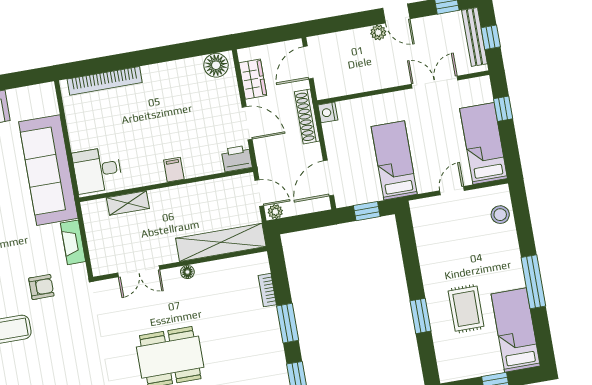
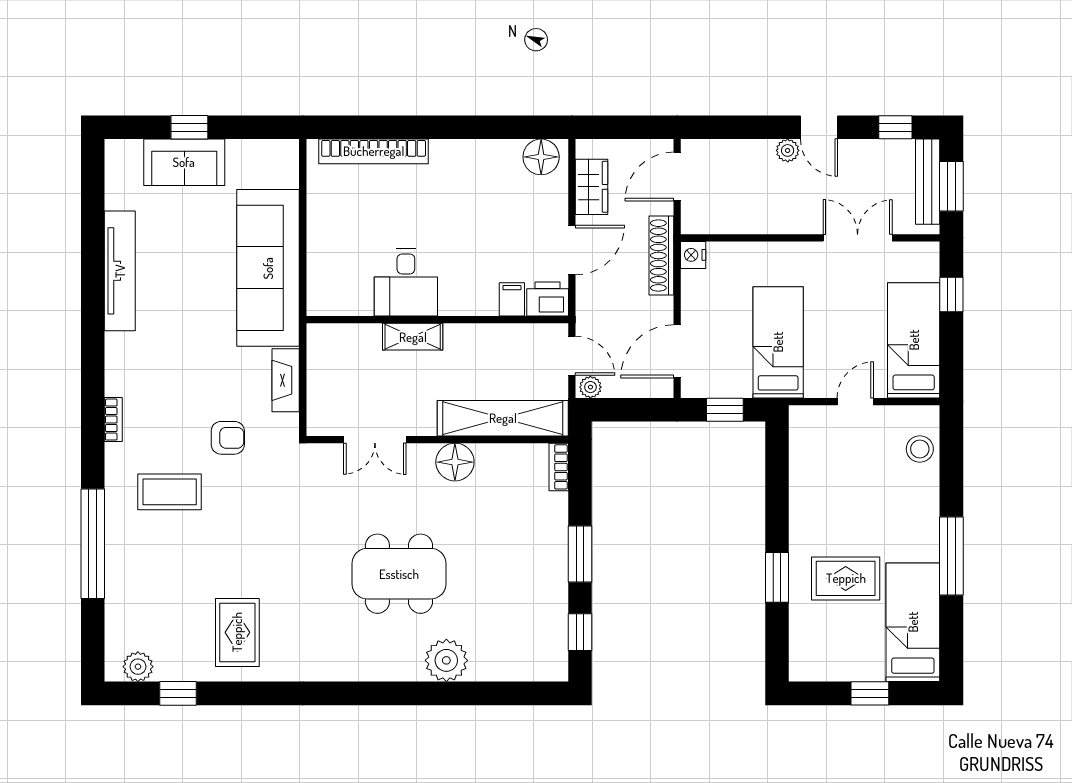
window: (491, 37) -> (951, 186), width x1.50
door: (247, 123) -> (572, 250), hinge flipped
desk: (97, 170) -> (406, 282), moved, turned -90
filing cabinet: (174, 170) -> (512, 299), moved
shelving: (128, 203) -> (413, 337), moved
floor lamp: (187, 272) -> (455, 462), width x1.89, depth x1.89
bookcase: (267, 290) -> (559, 467), moved
rug: (466, 309) -> (846, 578), turned 90

